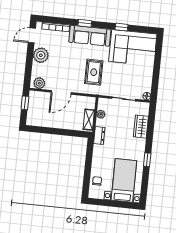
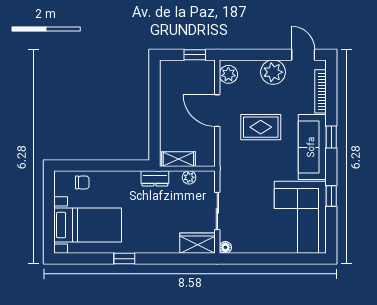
rug: (94, 72) -> (261, 127), moved
wardrobe: (141, 127) -> (198, 243), moved

